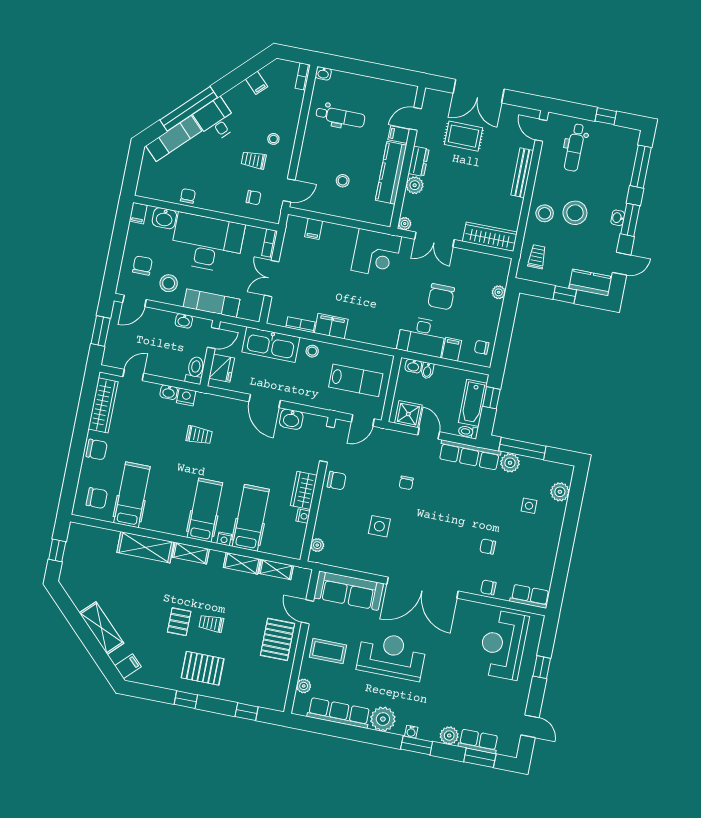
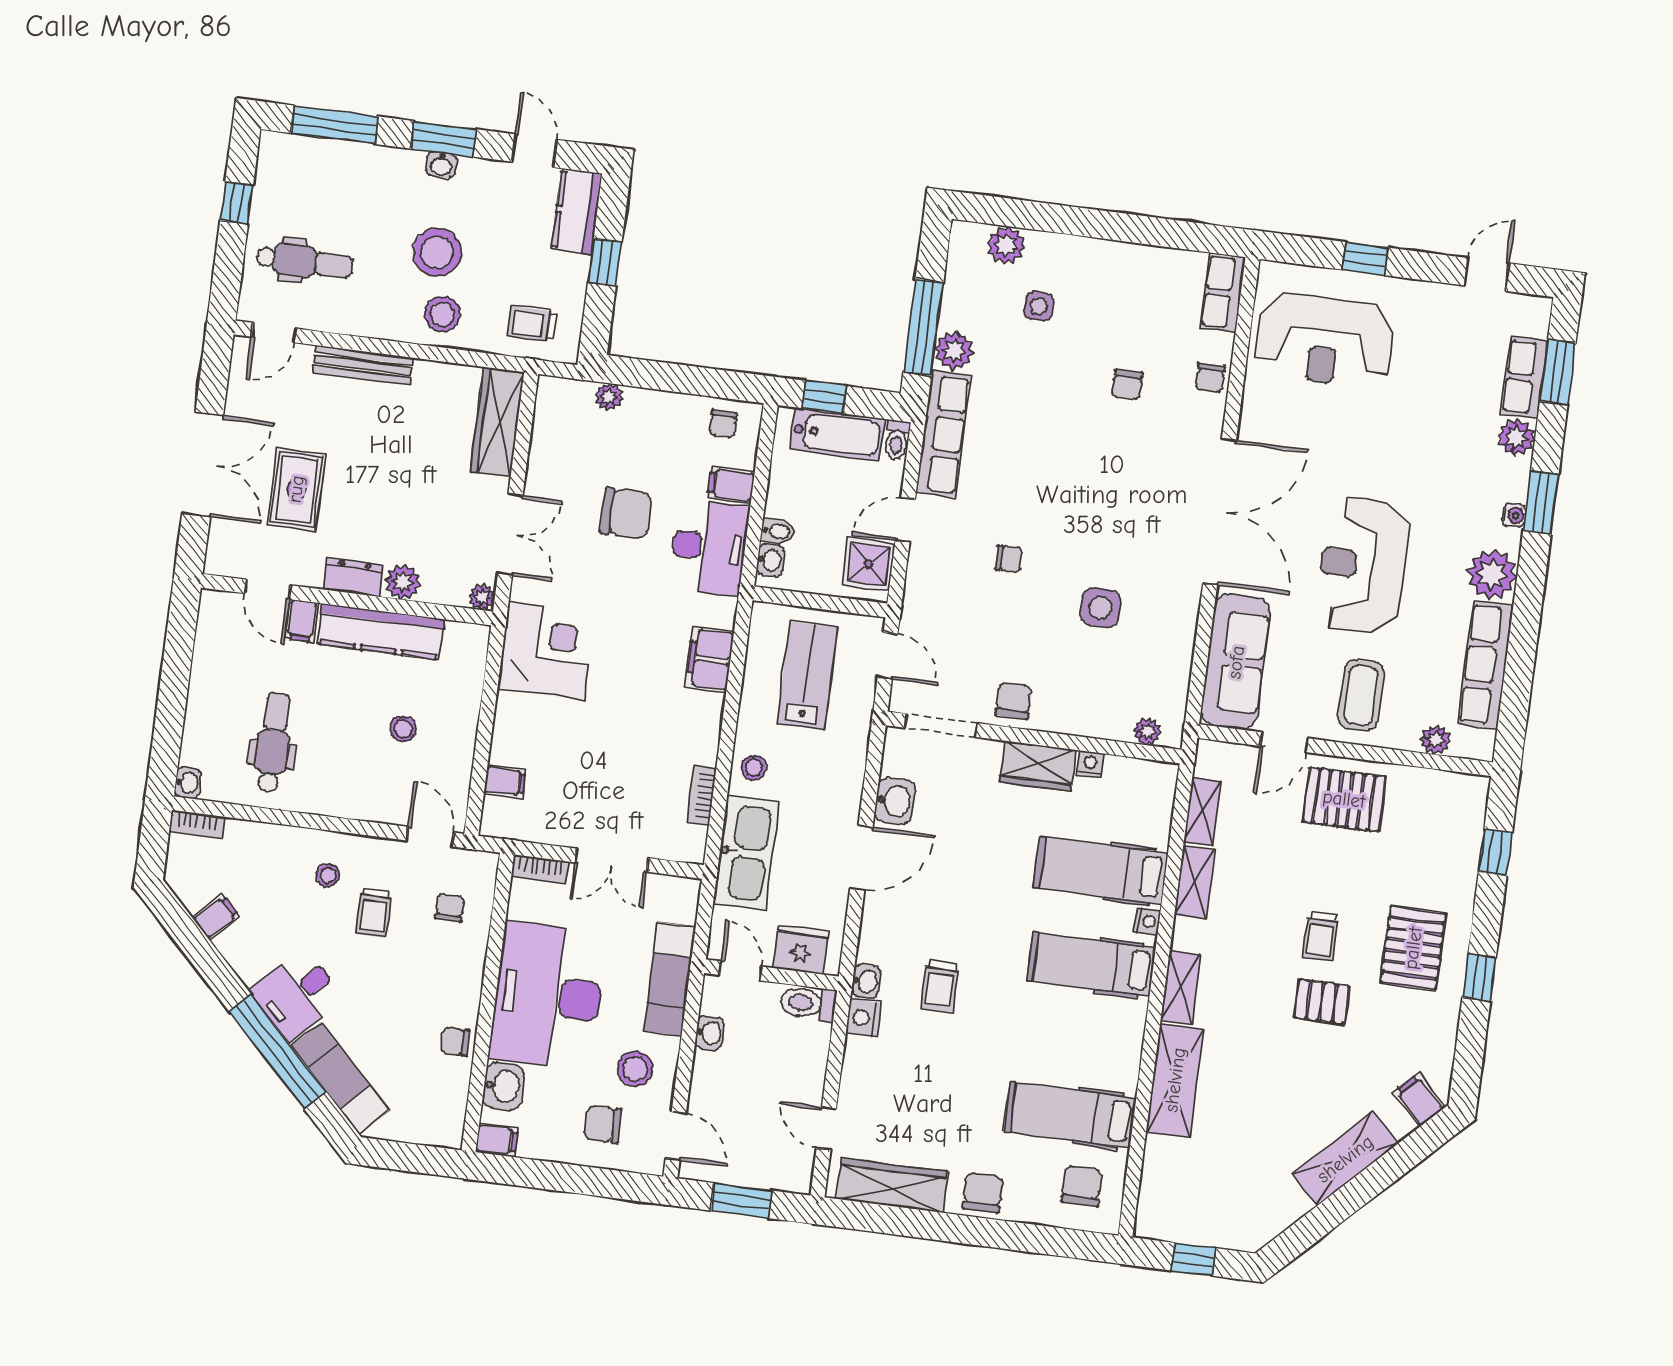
filing cabinet: (331, 326) -> (710, 659), moved
washbasin: (169, 392) -> (866, 981), moved
trolley: (199, 435) -> (940, 986), turned 180

